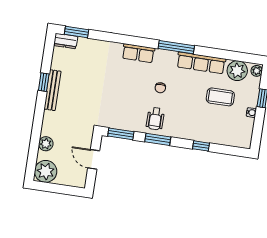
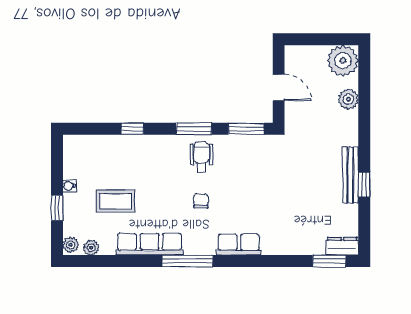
plant: (237, 71) -> (91, 248), width x0.53, depth x0.53

